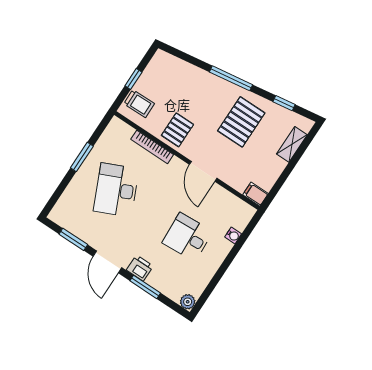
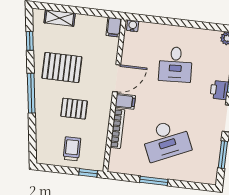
window: (133, 79) -> (88, 173), moved
trolley: (139, 104) -> (72, 149), moved
pallet: (177, 130) -> (74, 109), moved
filing cabinet: (176, 168) -> (125, 101), added
water cooler: (233, 235) -> (133, 26), moved

